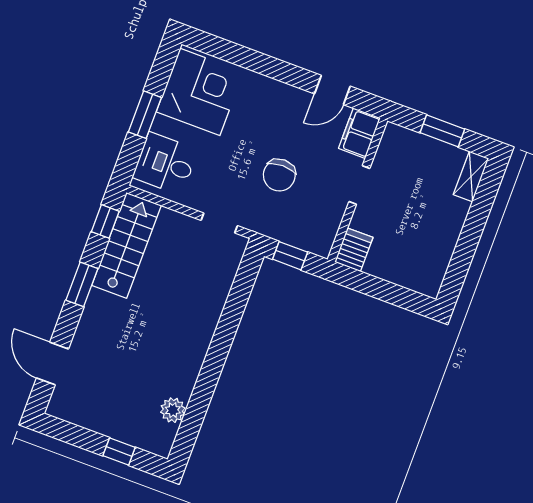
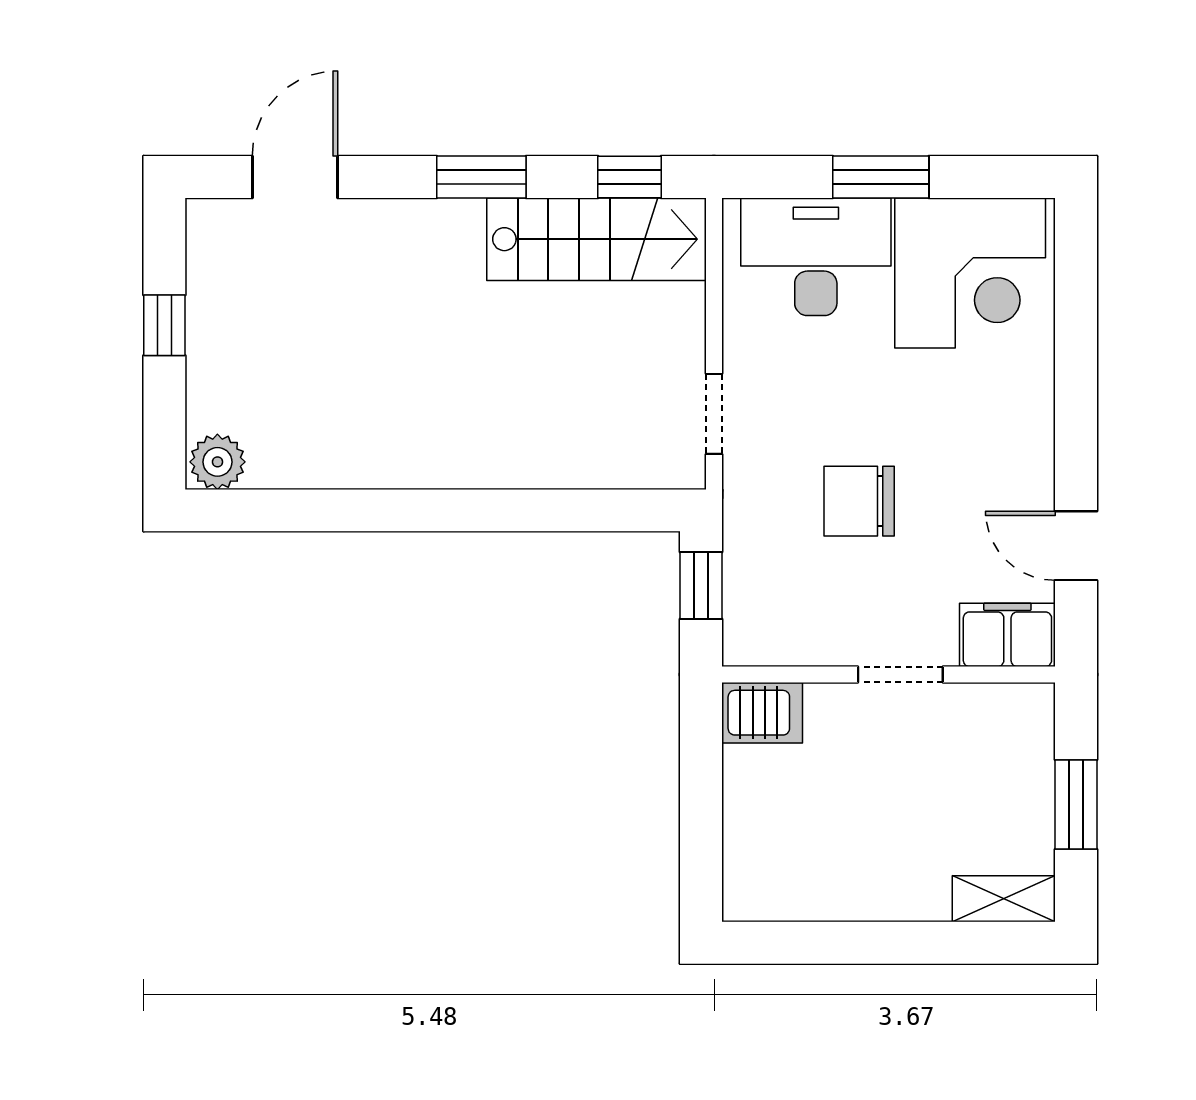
desk: (165, 164) -> (816, 257), width x1.37
plant: (173, 410) -> (217, 462), moved
window: (119, 452) -> (164, 325), moved

